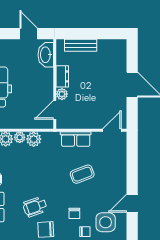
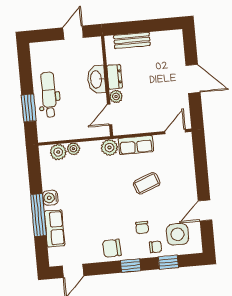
door: (29, 34) -> (73, 33), hinge flipped
washbasin: (46, 55) -> (96, 79), moved
plant: (34, 139) -> (109, 148), moved
wheelchair: (35, 207) -> (98, 224), removed

